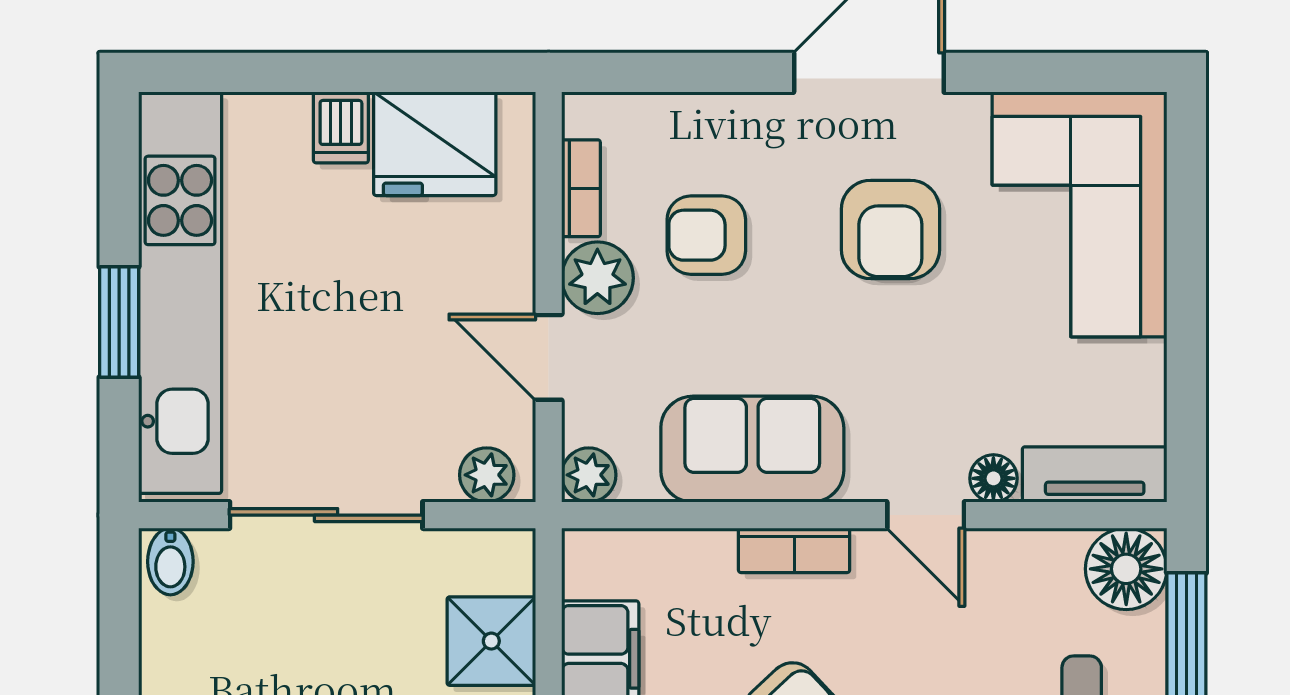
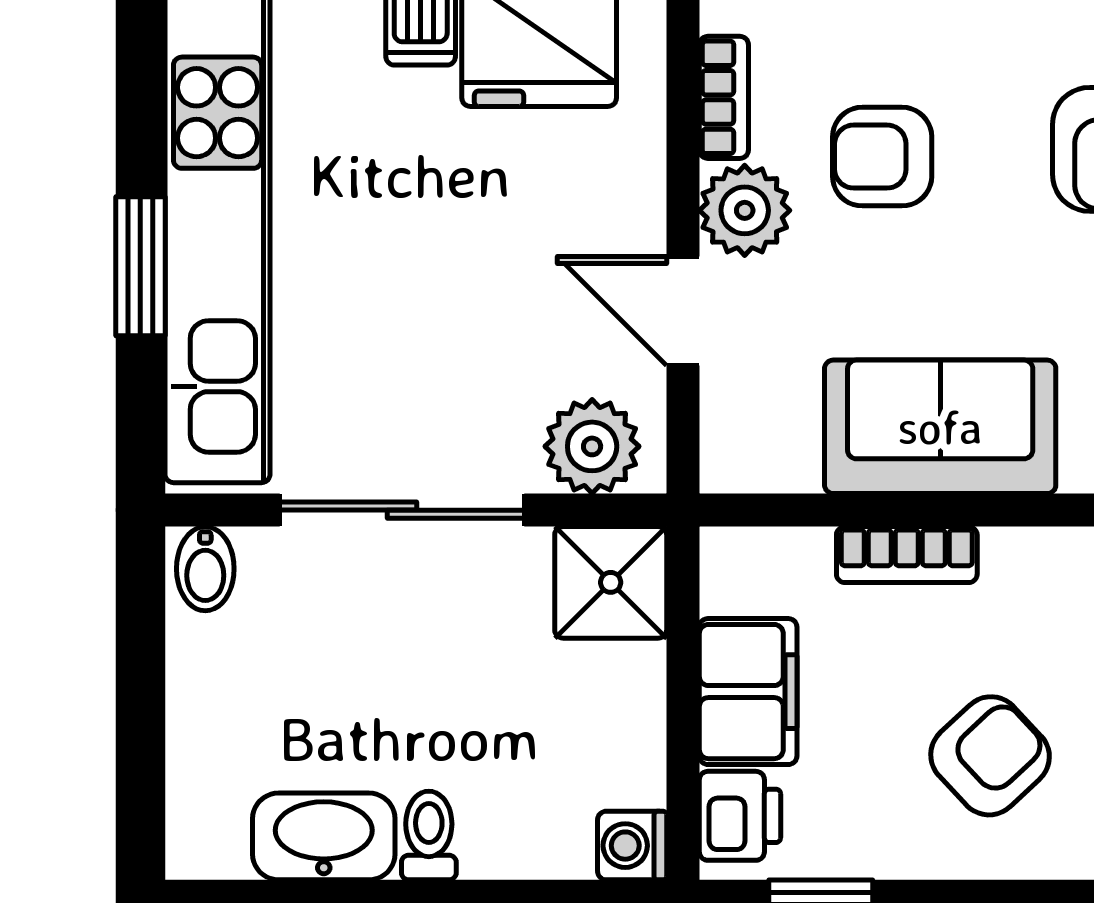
plant: (487, 475) -> (592, 446), width x1.38, depth x1.38
plant: (589, 475) -> (734, 459), removed
bookcase: (794, 550) -> (907, 555), moved
shower: (491, 641) -> (611, 582), moved

